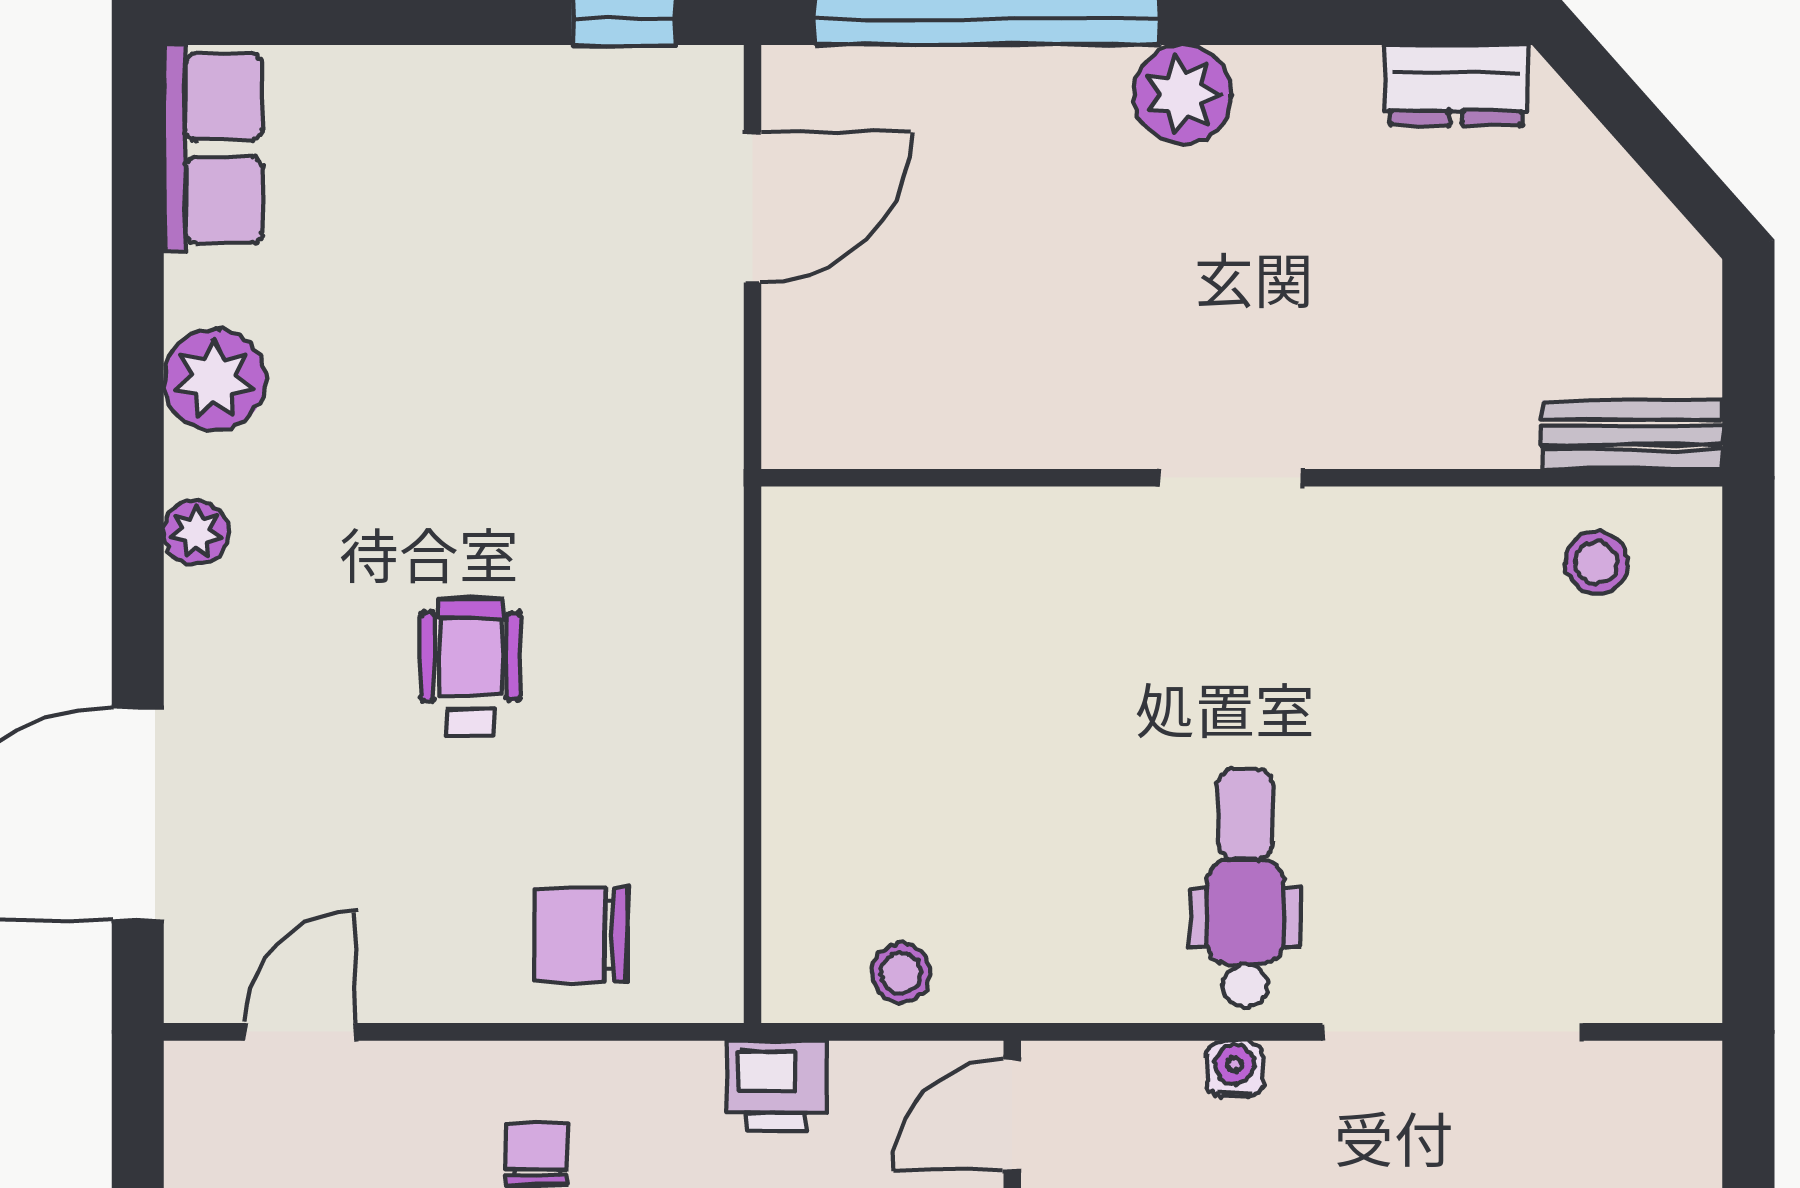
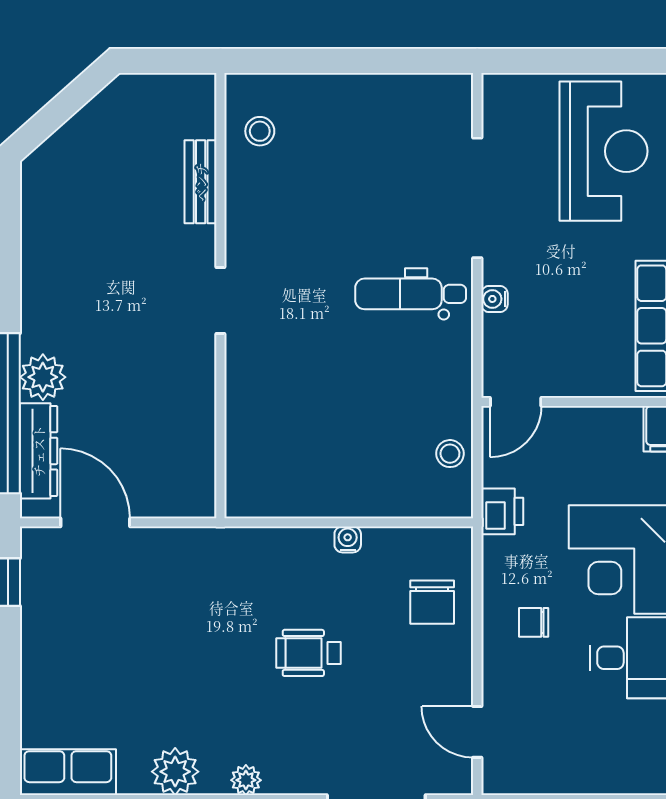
dresser: (1456, 85) -> (39, 451), moved, width x1.44
plant: (1182, 94) -> (43, 377), moved
bench: (1632, 435) -> (201, 182), moved
water cooler: (716, 752) -> (348, 539), added
door: (1012, 1115) -> (516, 402), hinge flipped

